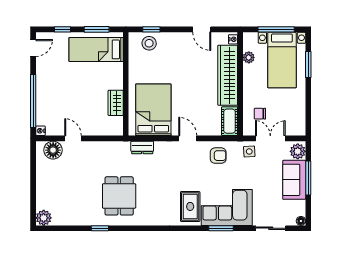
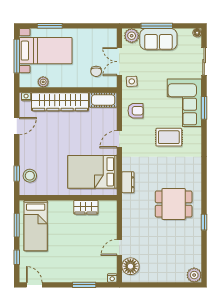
window: (33, 101) -> (84, 285), width x0.47
armchair: (218, 156) -> (136, 111), turned 90
rug: (190, 206) -> (169, 137), moved

